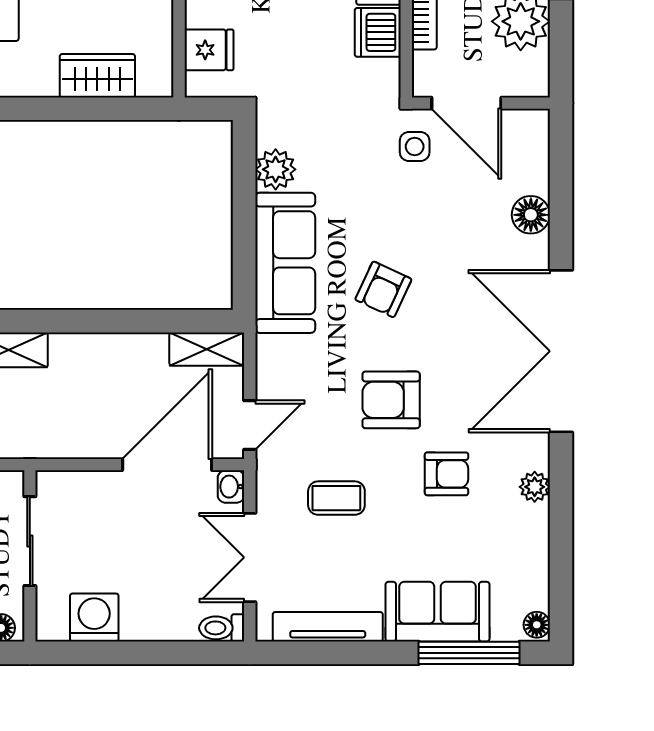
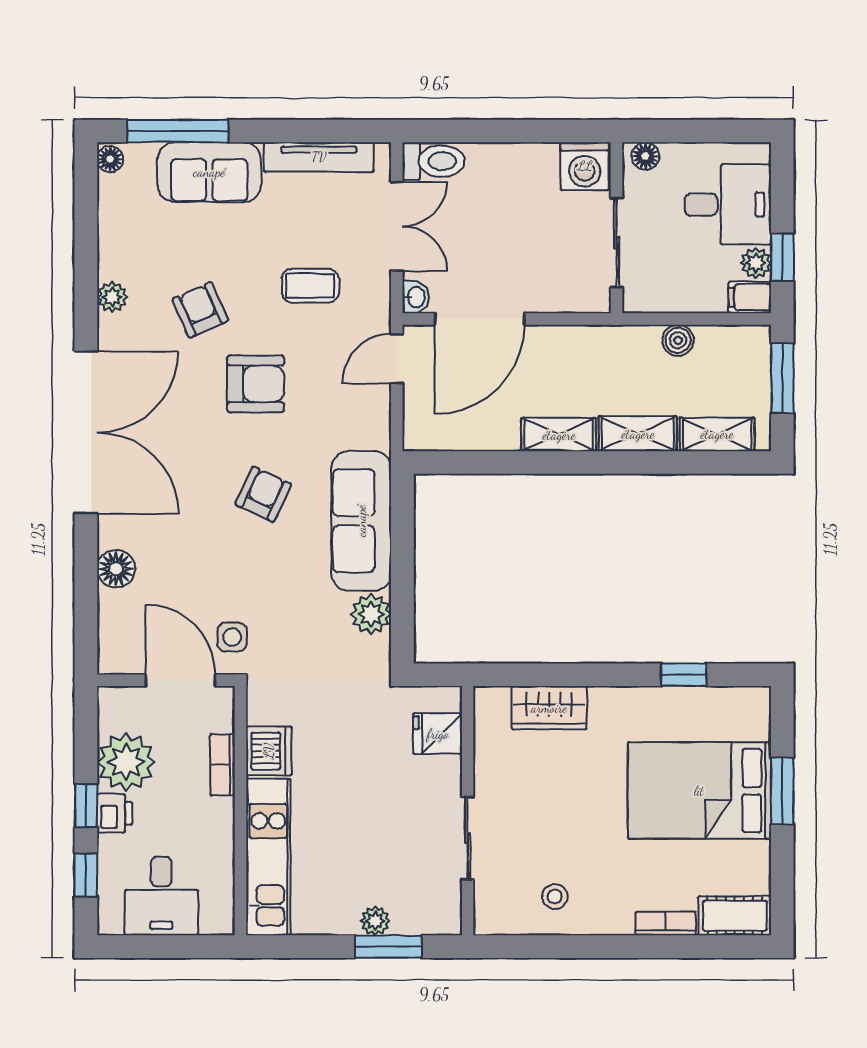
shelving: (207, 349) -> (559, 435), moved
armchair: (446, 474) -> (200, 310), turned 66
washing machine: (94, 618) -> (585, 166), moved
toilet: (222, 628) -> (434, 161), width x1.37, depth x1.39

